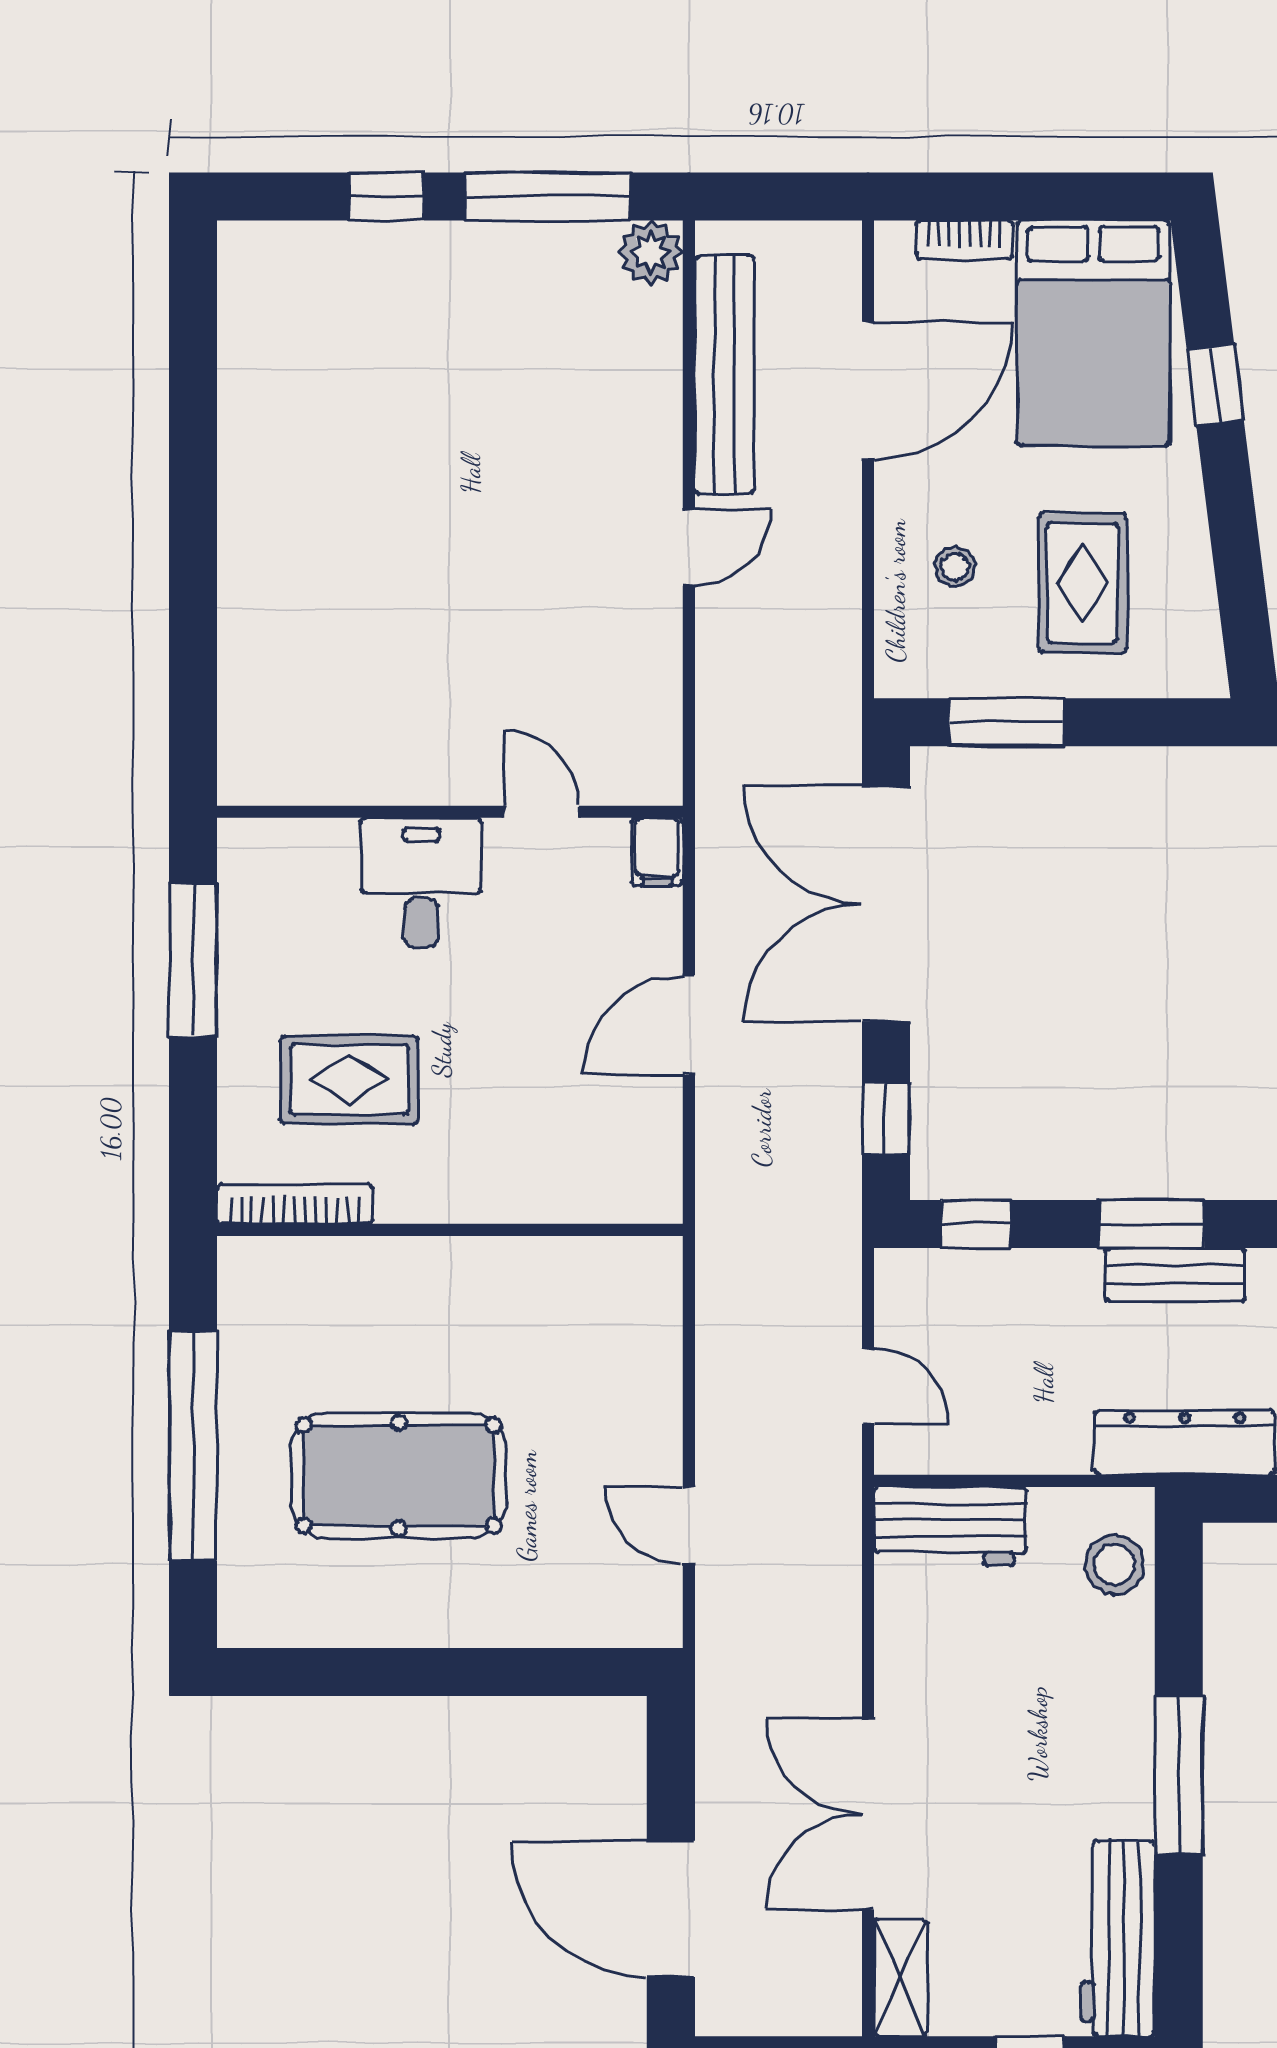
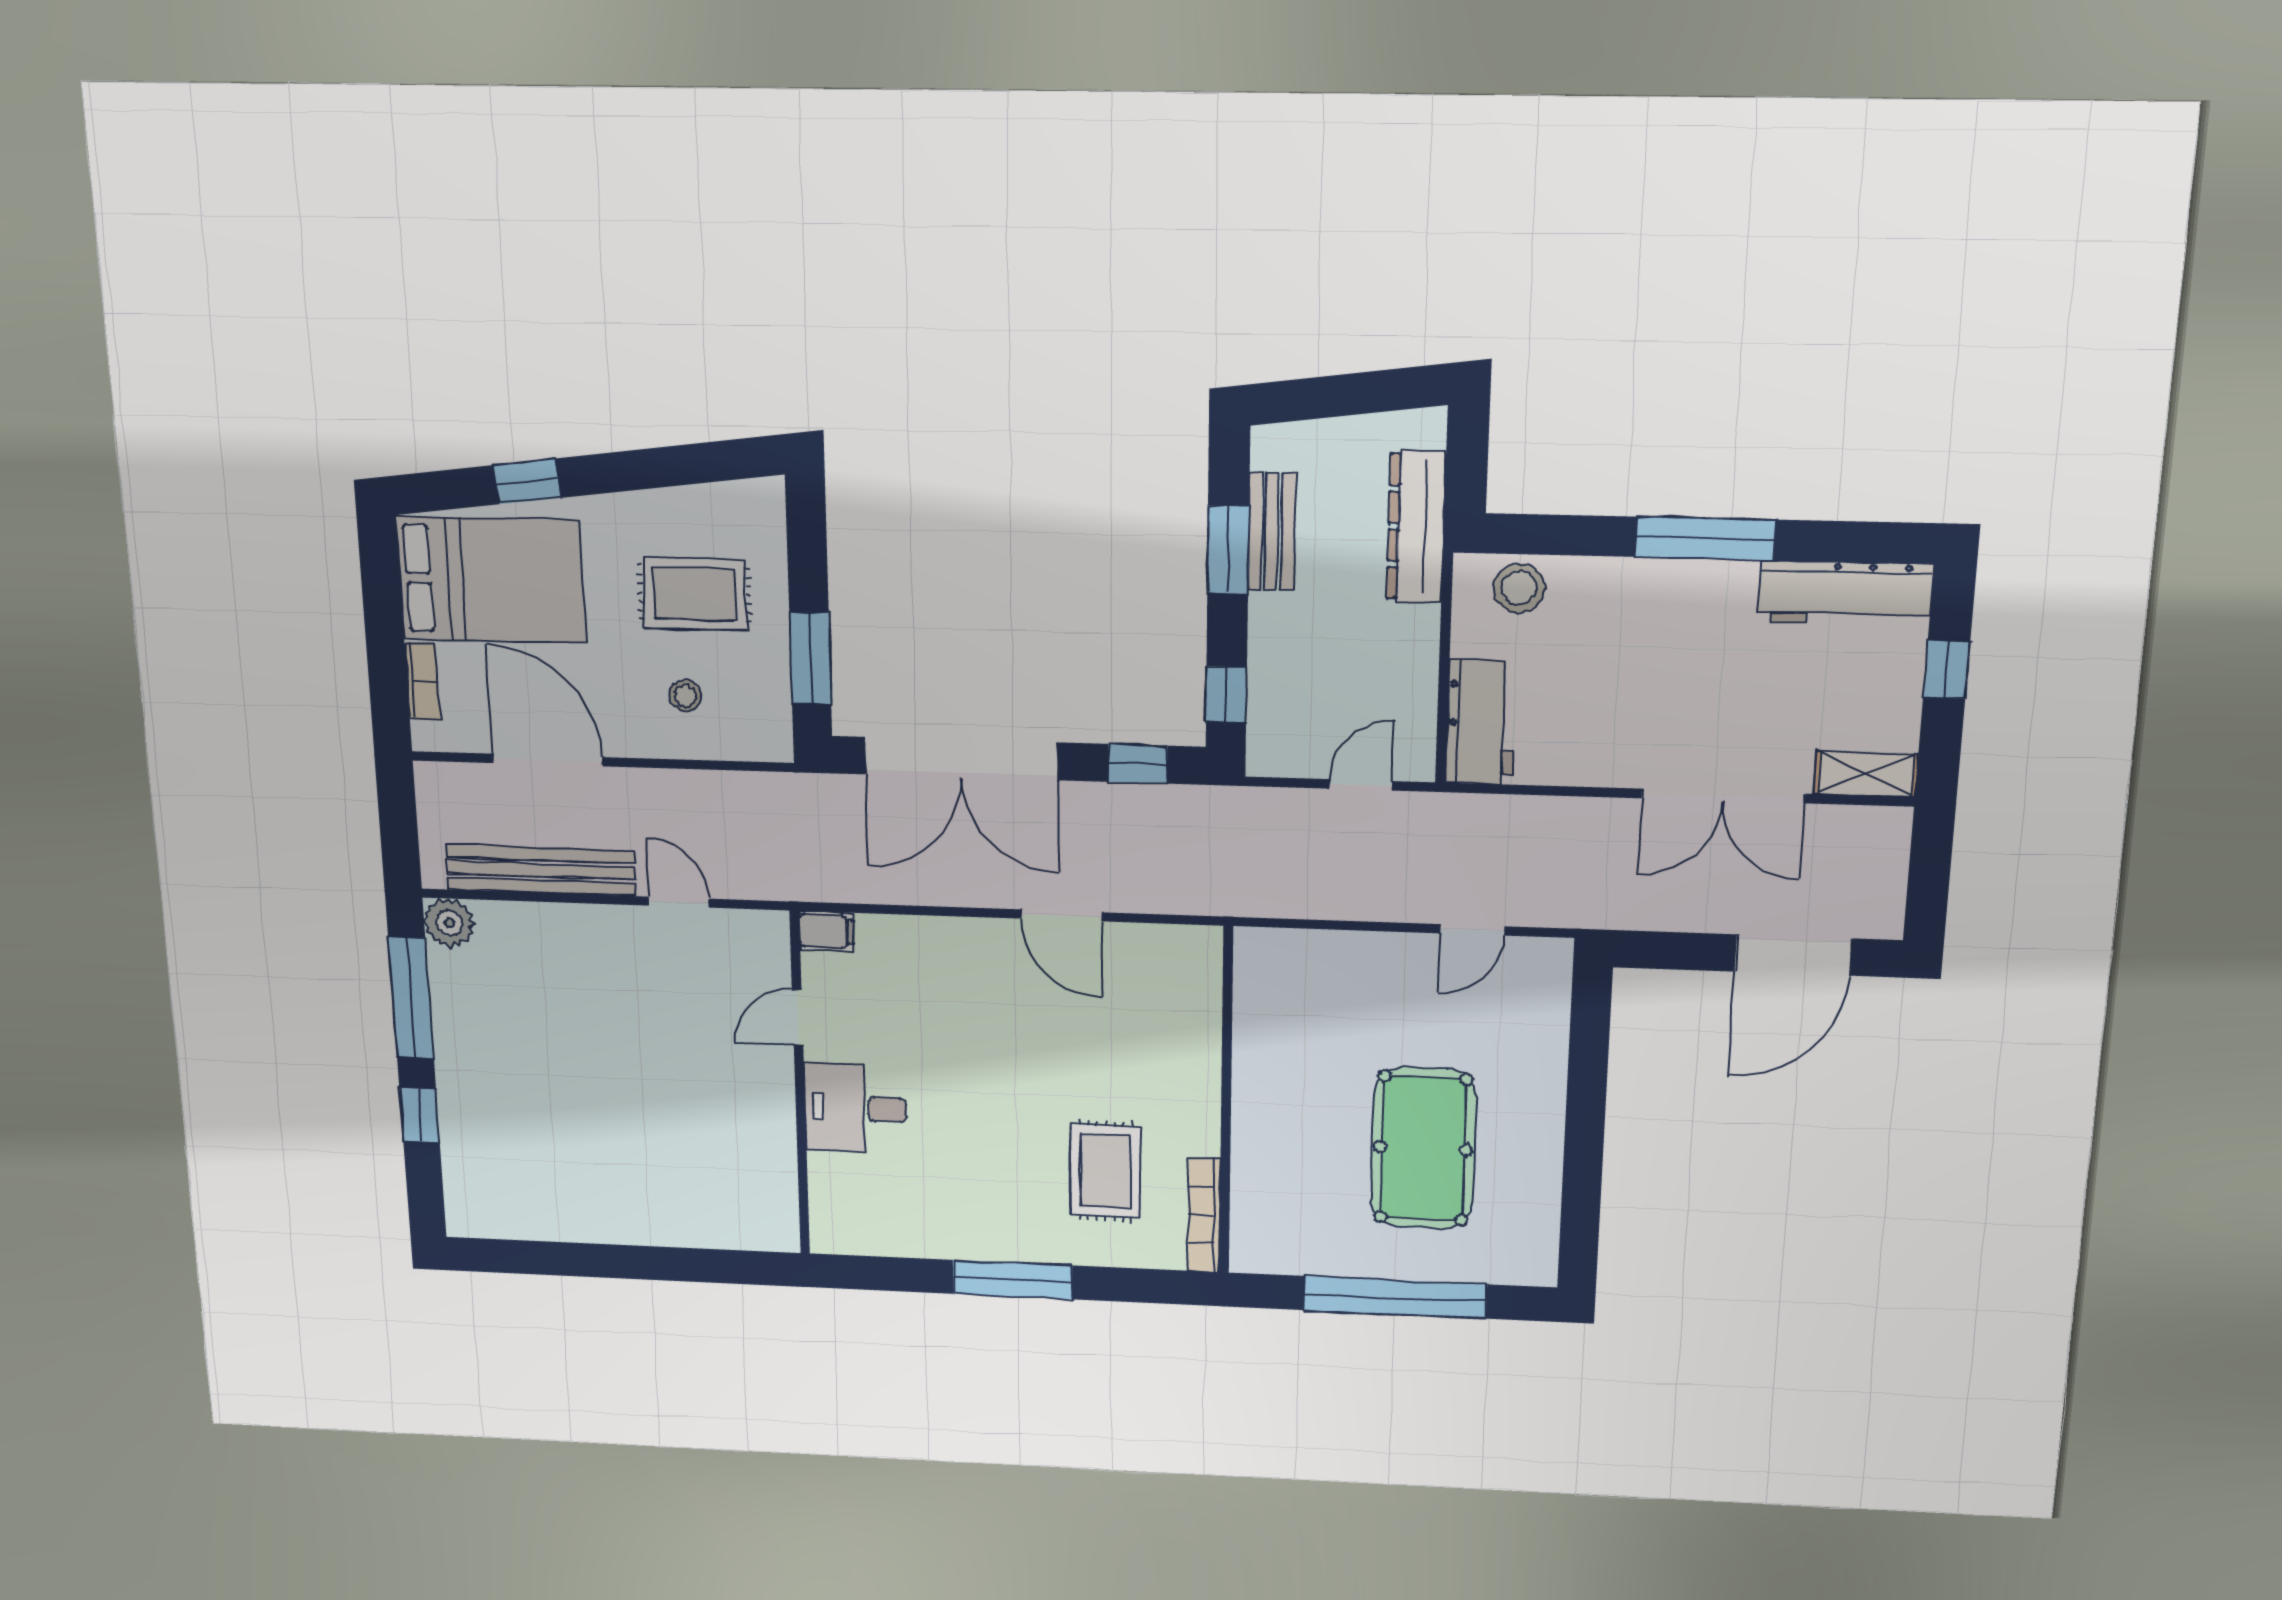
wall: (450, 812) -> (800, 1085), moved
door: (541, 812) -> (798, 1017), moved
filing cabinet: (657, 852) -> (827, 931), moved
desk: (421, 883) -> (856, 1108), moved

